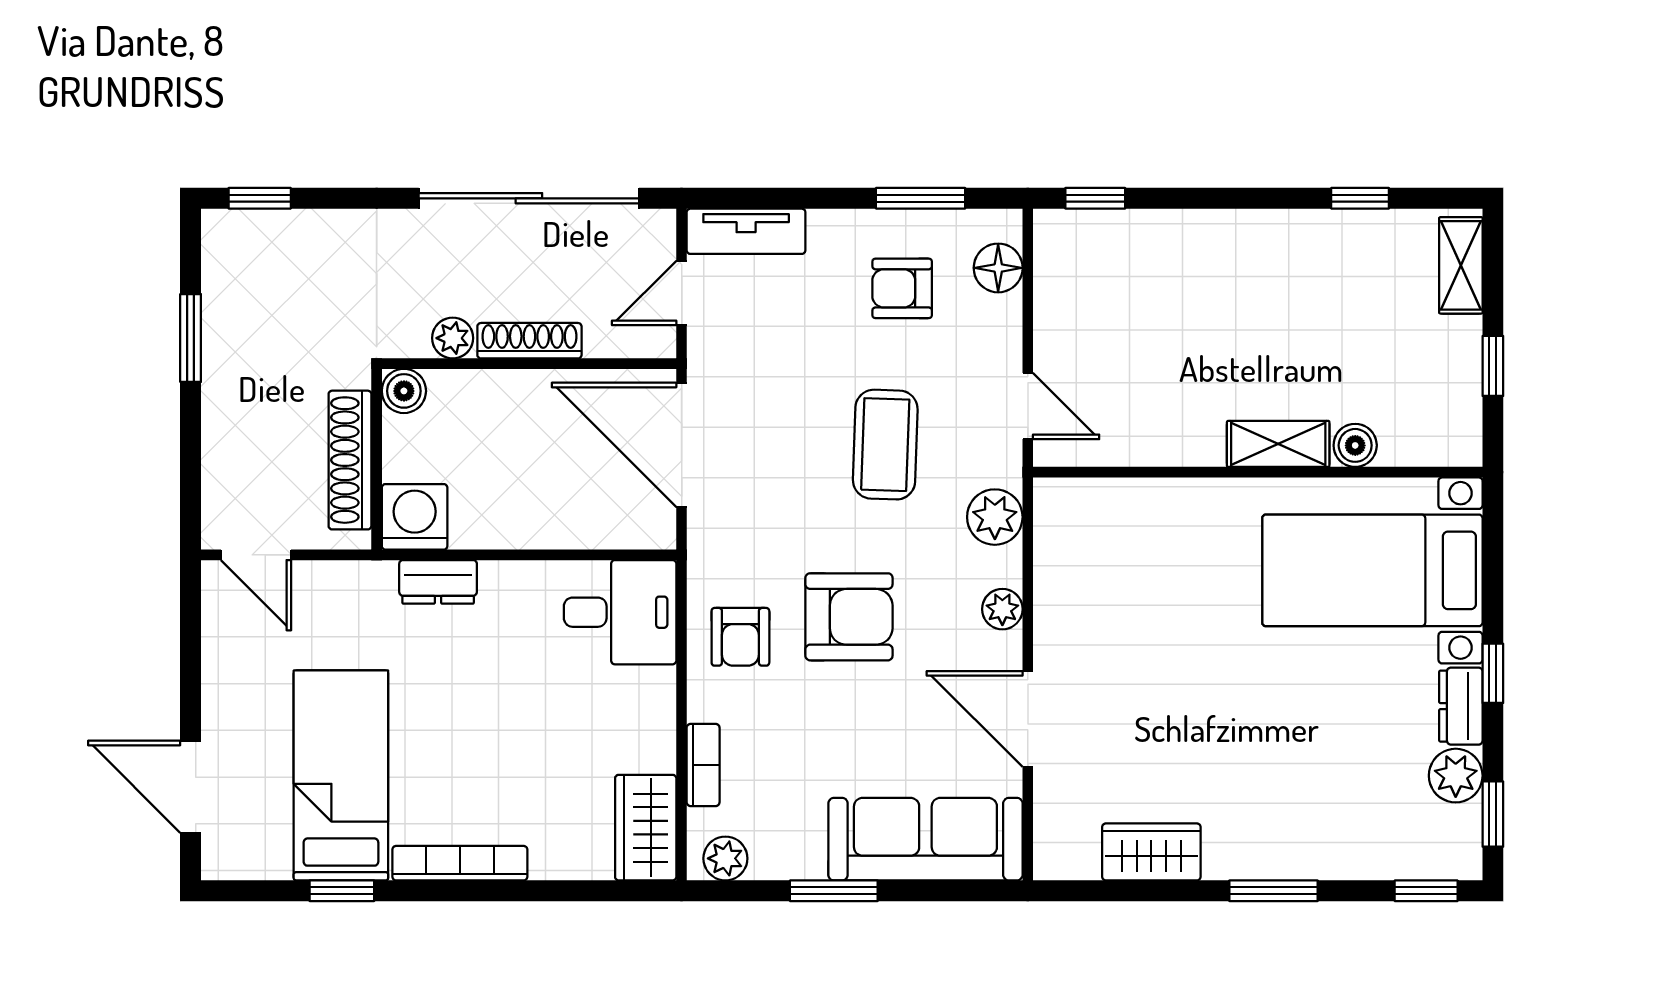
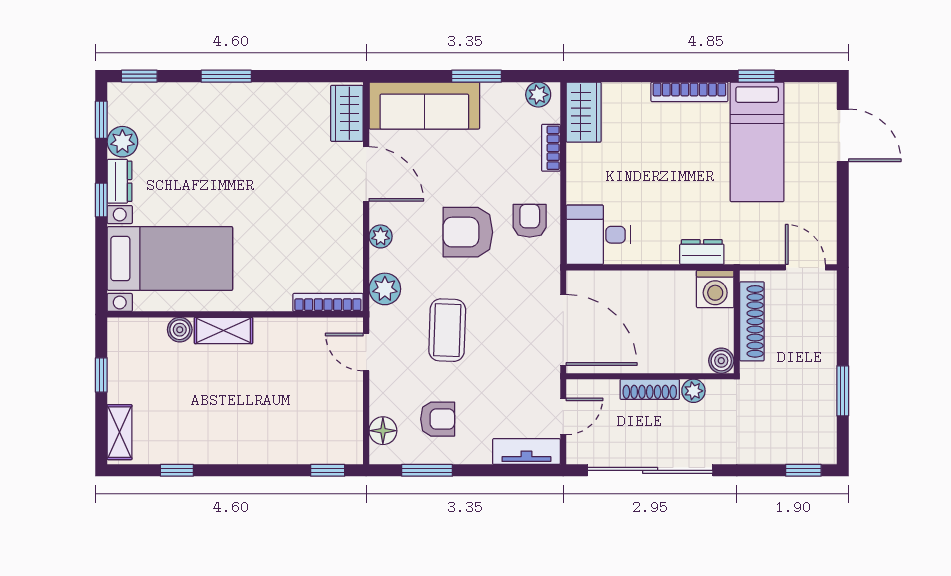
bookcase: (1095, 493) -> (328, 302), added
wardrobe: (1151, 852) -> (347, 113), moved, turned 90

